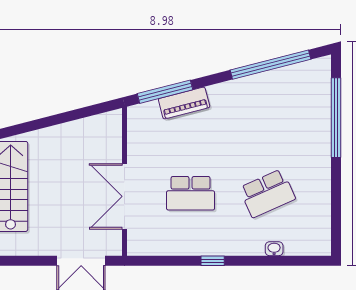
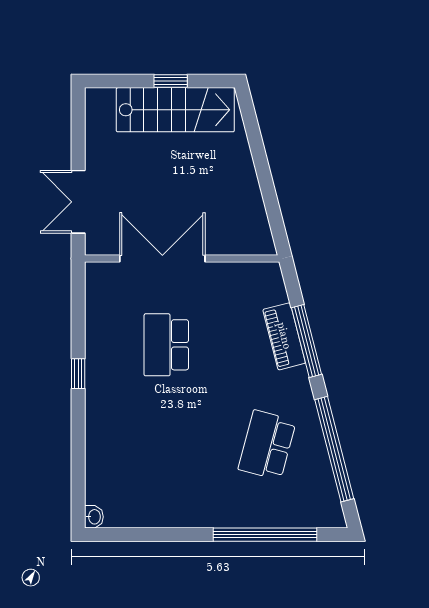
window: (165, 92) -> (307, 341), moved
school desk: (267, 193) -> (267, 445), moved, turned 39
washbasin: (274, 249) -> (94, 517), moved

